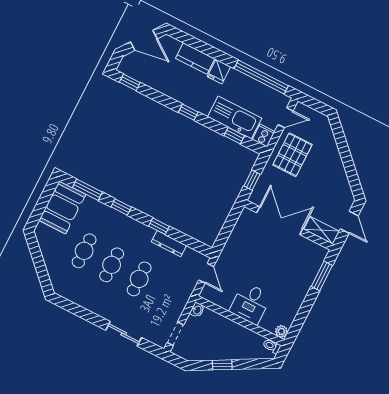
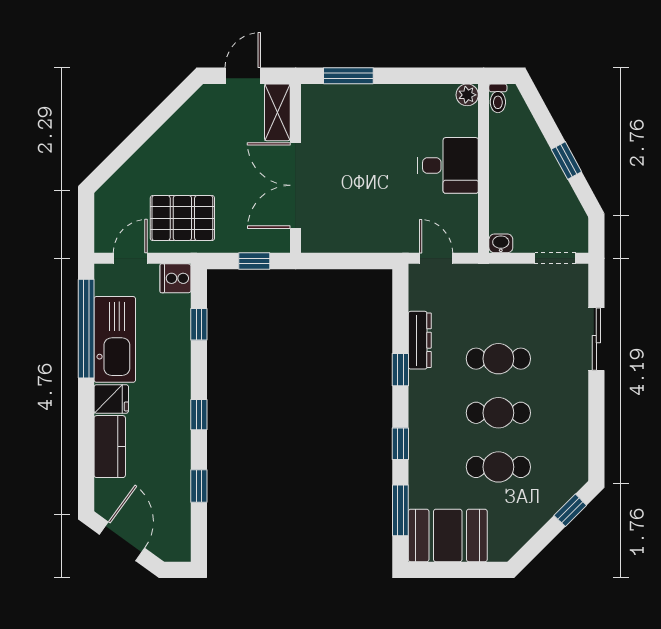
window: (130, 82) -> (199, 486), moved
kitchen sink: (235, 117) -> (115, 339), moved, turned 180
door: (285, 118) -> (130, 258), hinge flipped
door: (206, 273) -> (436, 258), hinge flipped
window: (43, 276) -> (570, 510), added

